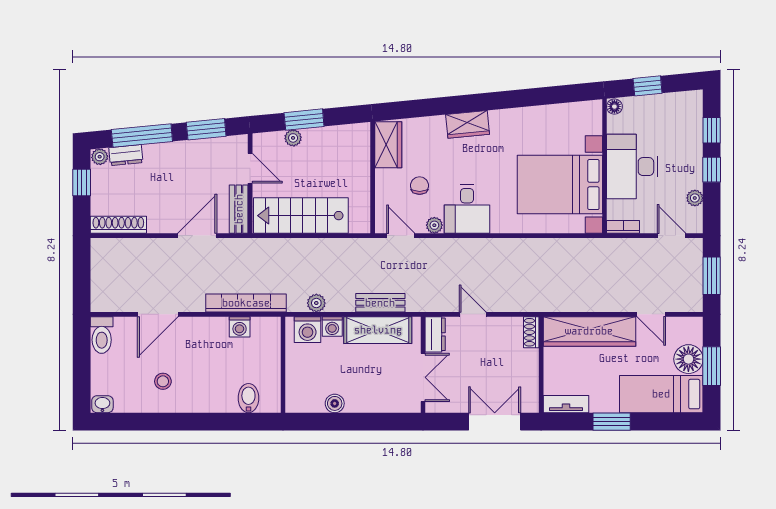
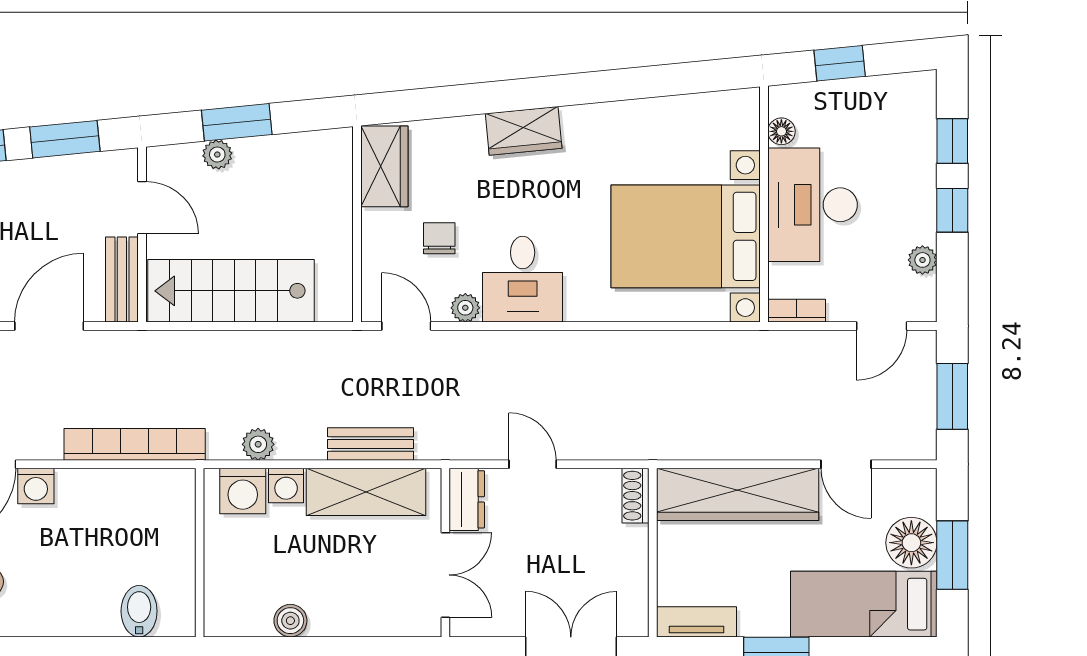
floor lamp: (614, 107) -> (781, 131), moved
door: (671, 236) -> (882, 326), swing flipped
washing machine: (240, 327) -> (36, 486), moved

